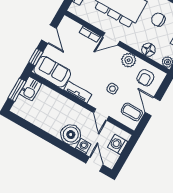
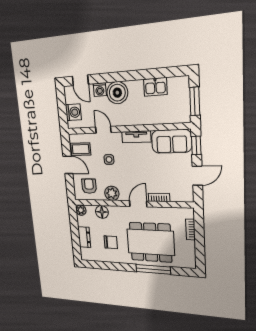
door: (49, 34) -> (197, 176), swing flipped
kitchen sink: (31, 89) -> (155, 87), moved, turned -90

